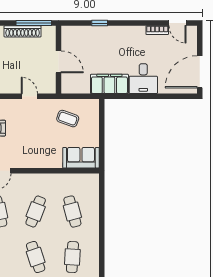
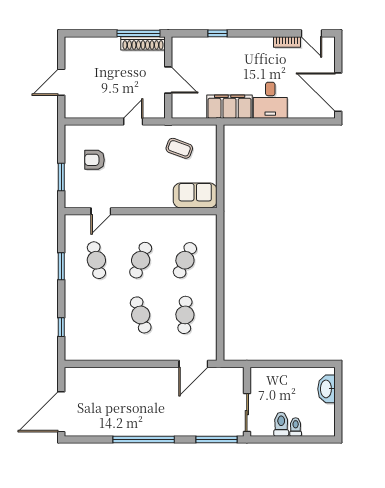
shoe rack: (23, 31) -> (143, 43), moved
door: (200, 72) -> (338, 92), hinge flipped
door: (29, 96) -> (133, 122), hinge flipped
cafe table: (72, 212) -> (185, 260), turned 39

